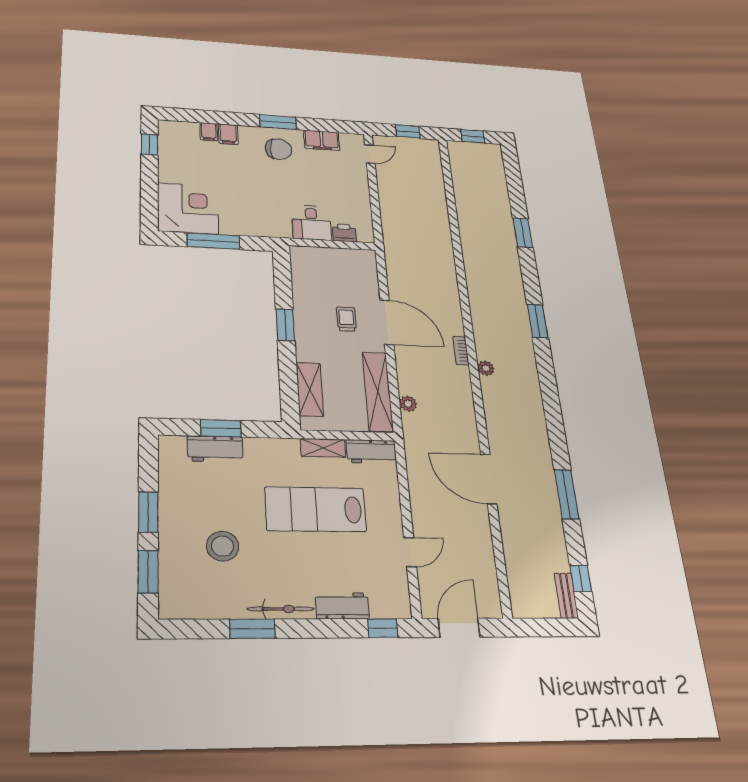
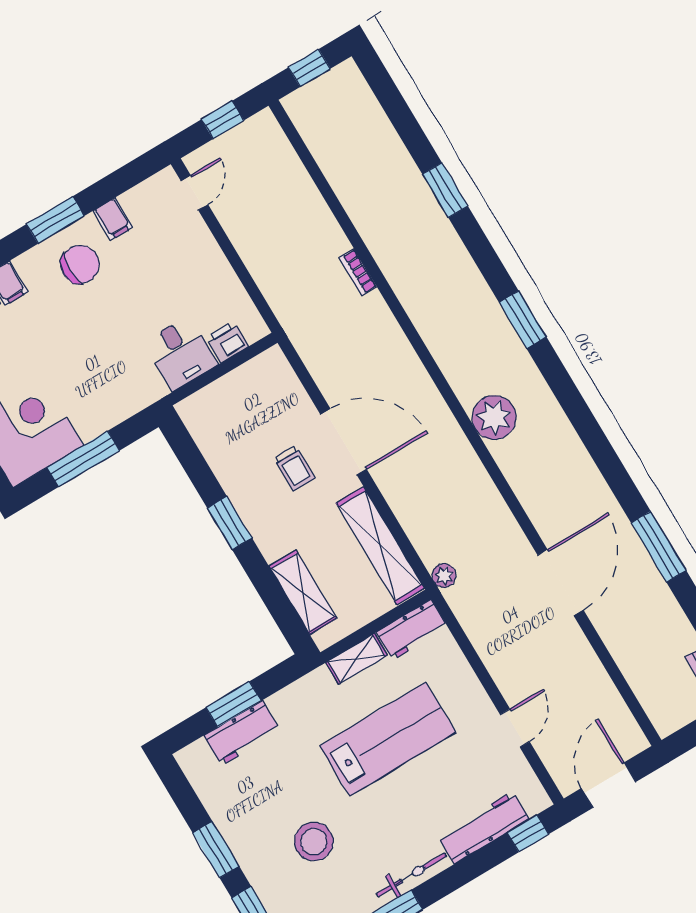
filing cabinet: (322, 140) -> (113, 219), width x0.50
trolley: (346, 319) -> (295, 468), turned 180
bookcase: (461, 351) -> (358, 272), moved
plant: (486, 368) -> (494, 417), width x1.88, depth x1.88
plant: (408, 404) -> (444, 576), moved
door: (489, 479) -> (561, 583), swing flipped
lab bench: (316, 509) -> (388, 739), turned 180
workbench: (342, 606) -> (483, 828), width x1.38

